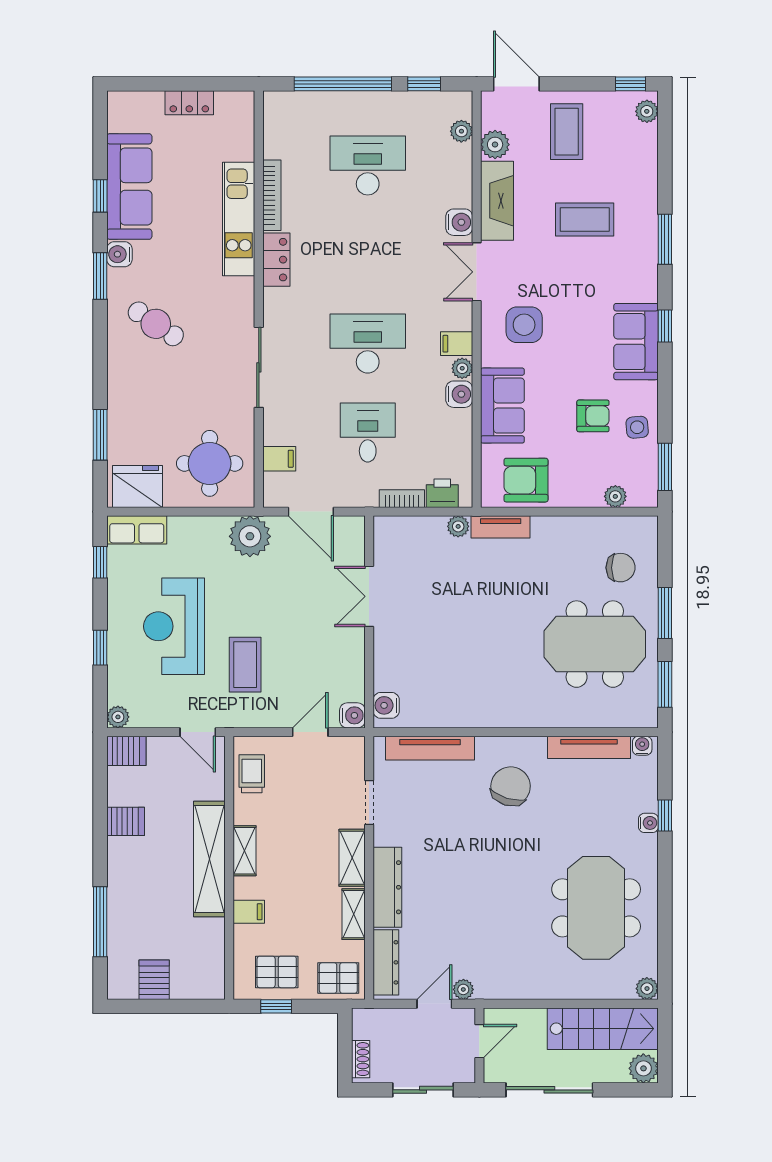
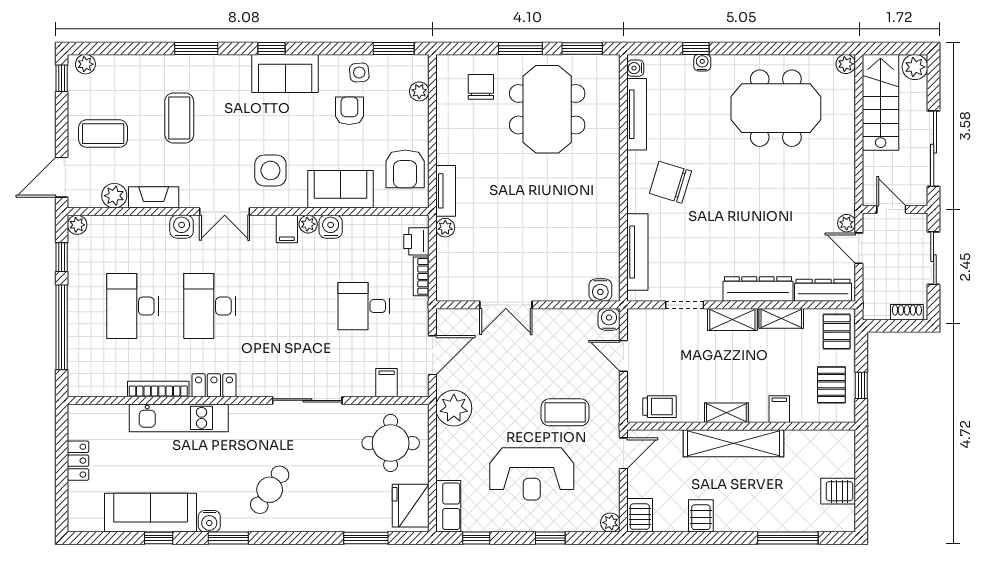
plant: (461, 131) -> (77, 225), moved
fireplace: (497, 201) -> (154, 197), width x0.73, depth x0.76
desk: (368, 344) -> (210, 306), moved
trolley: (252, 774) -> (660, 407), turned 180

